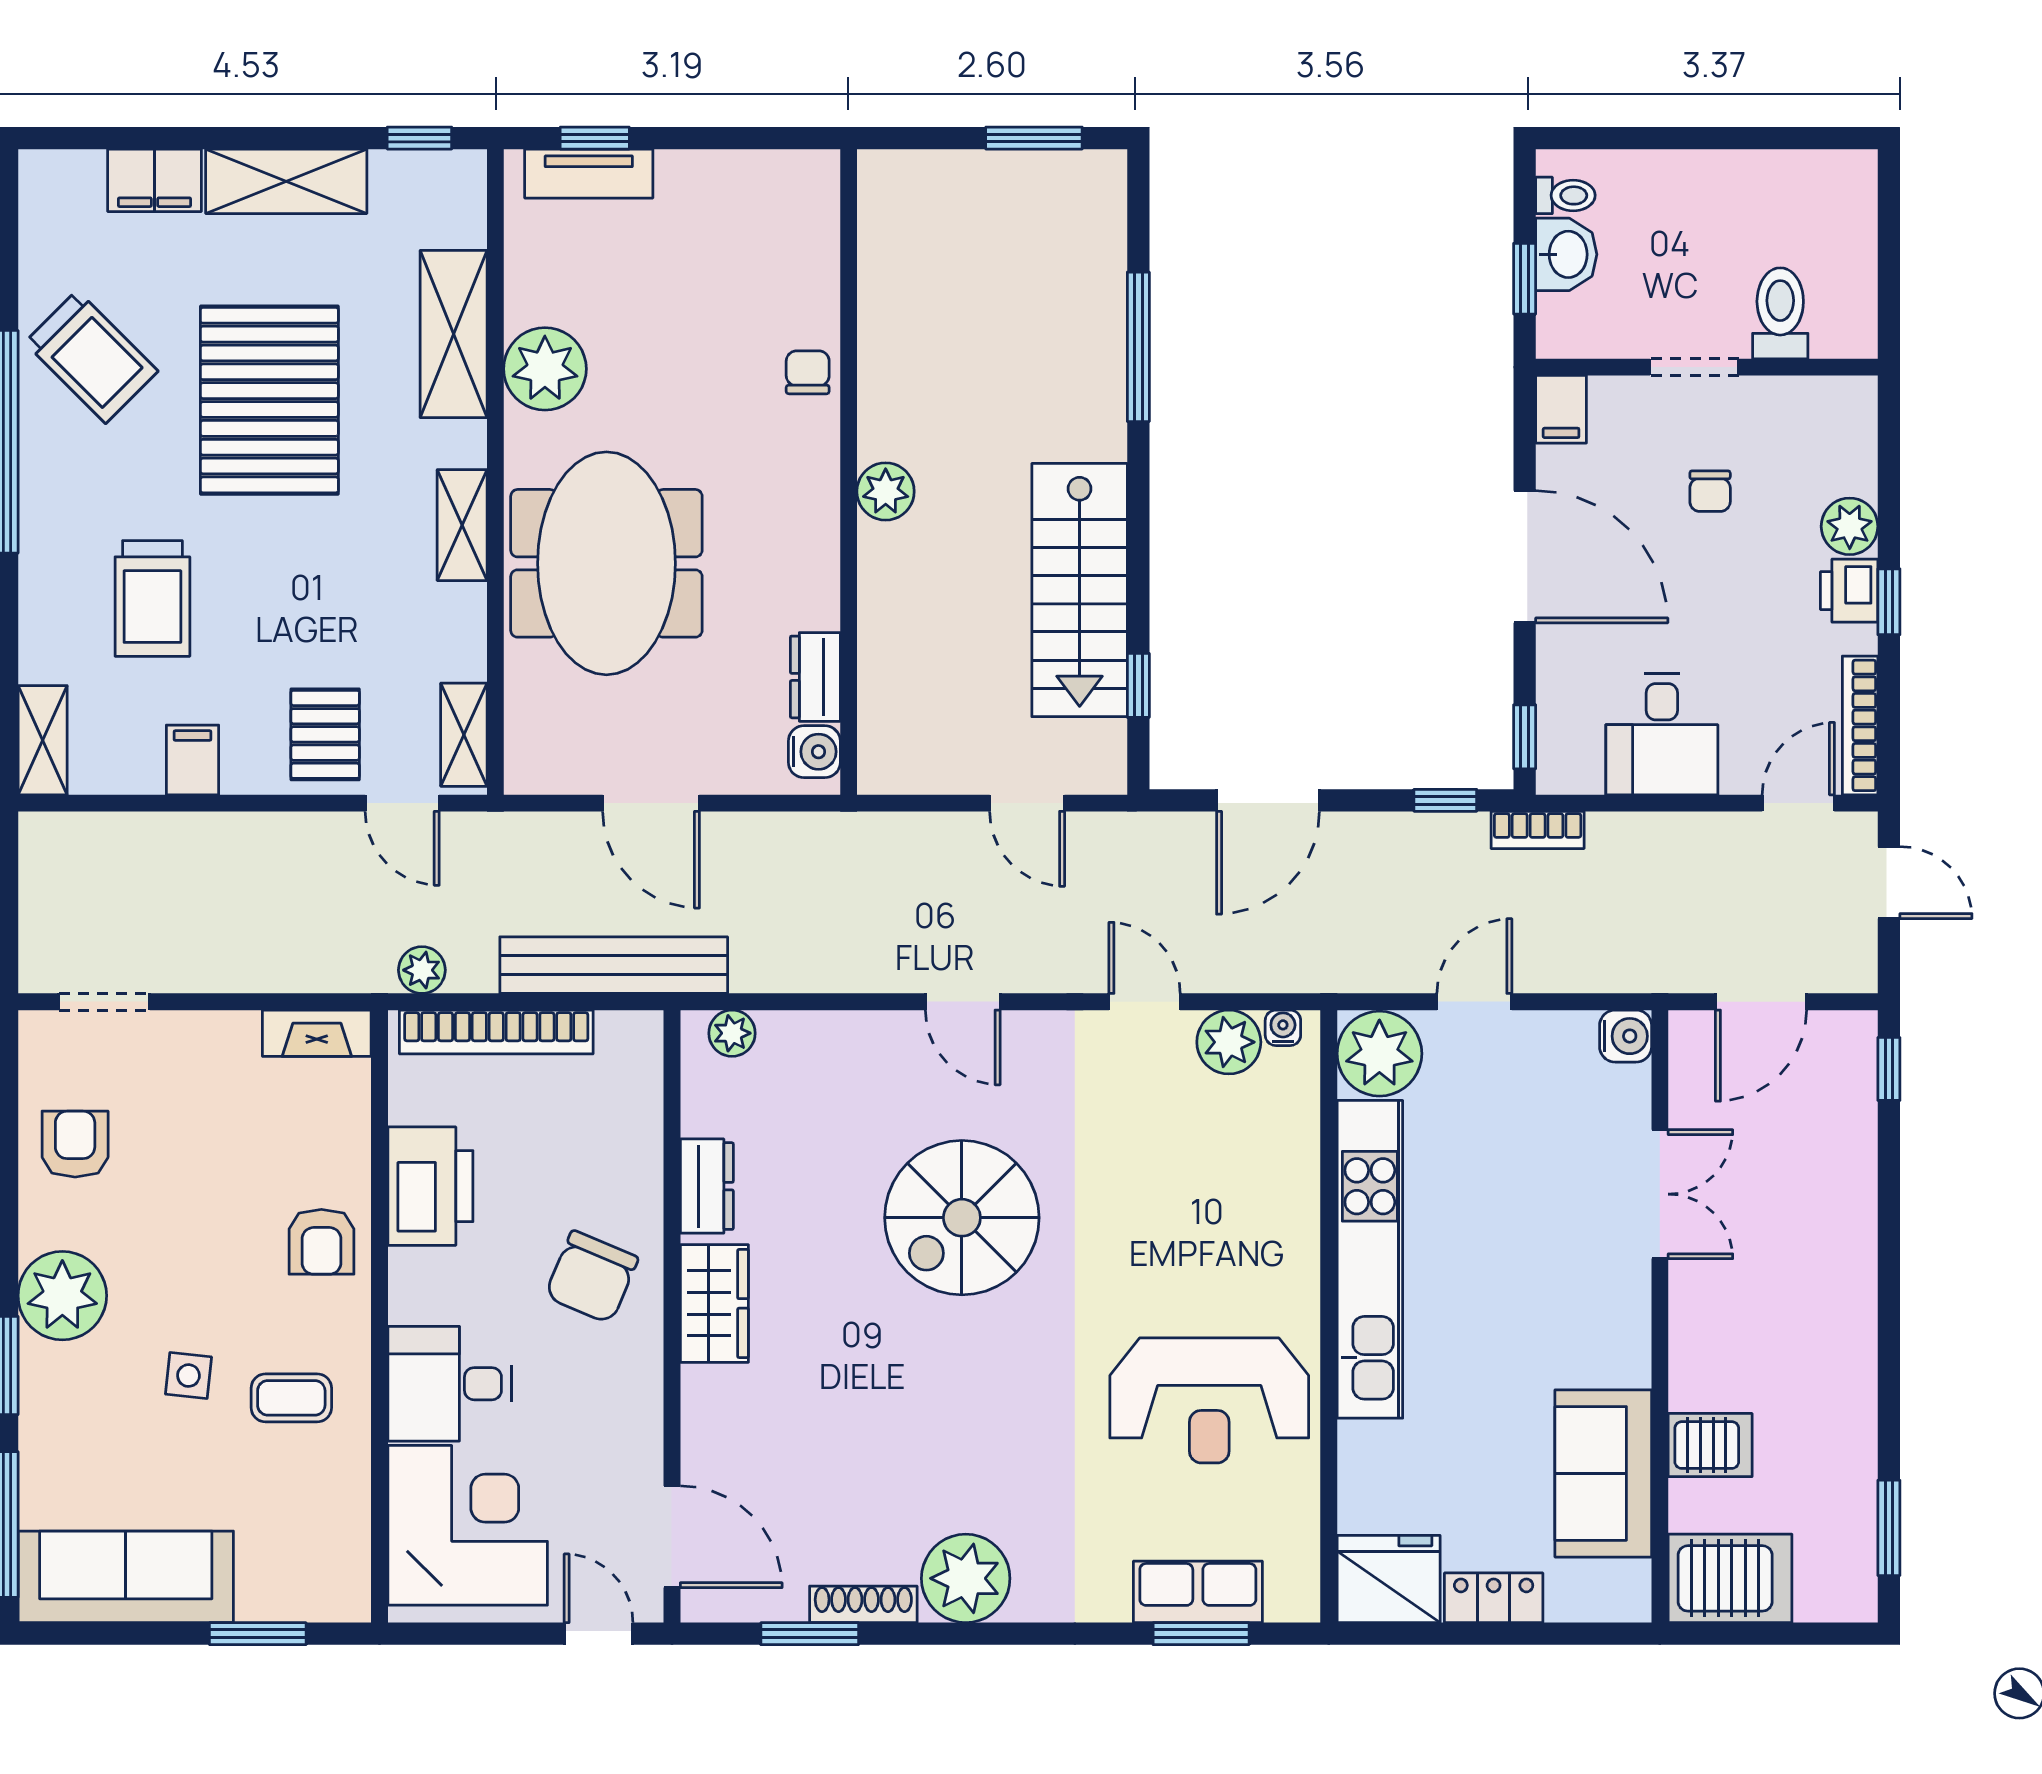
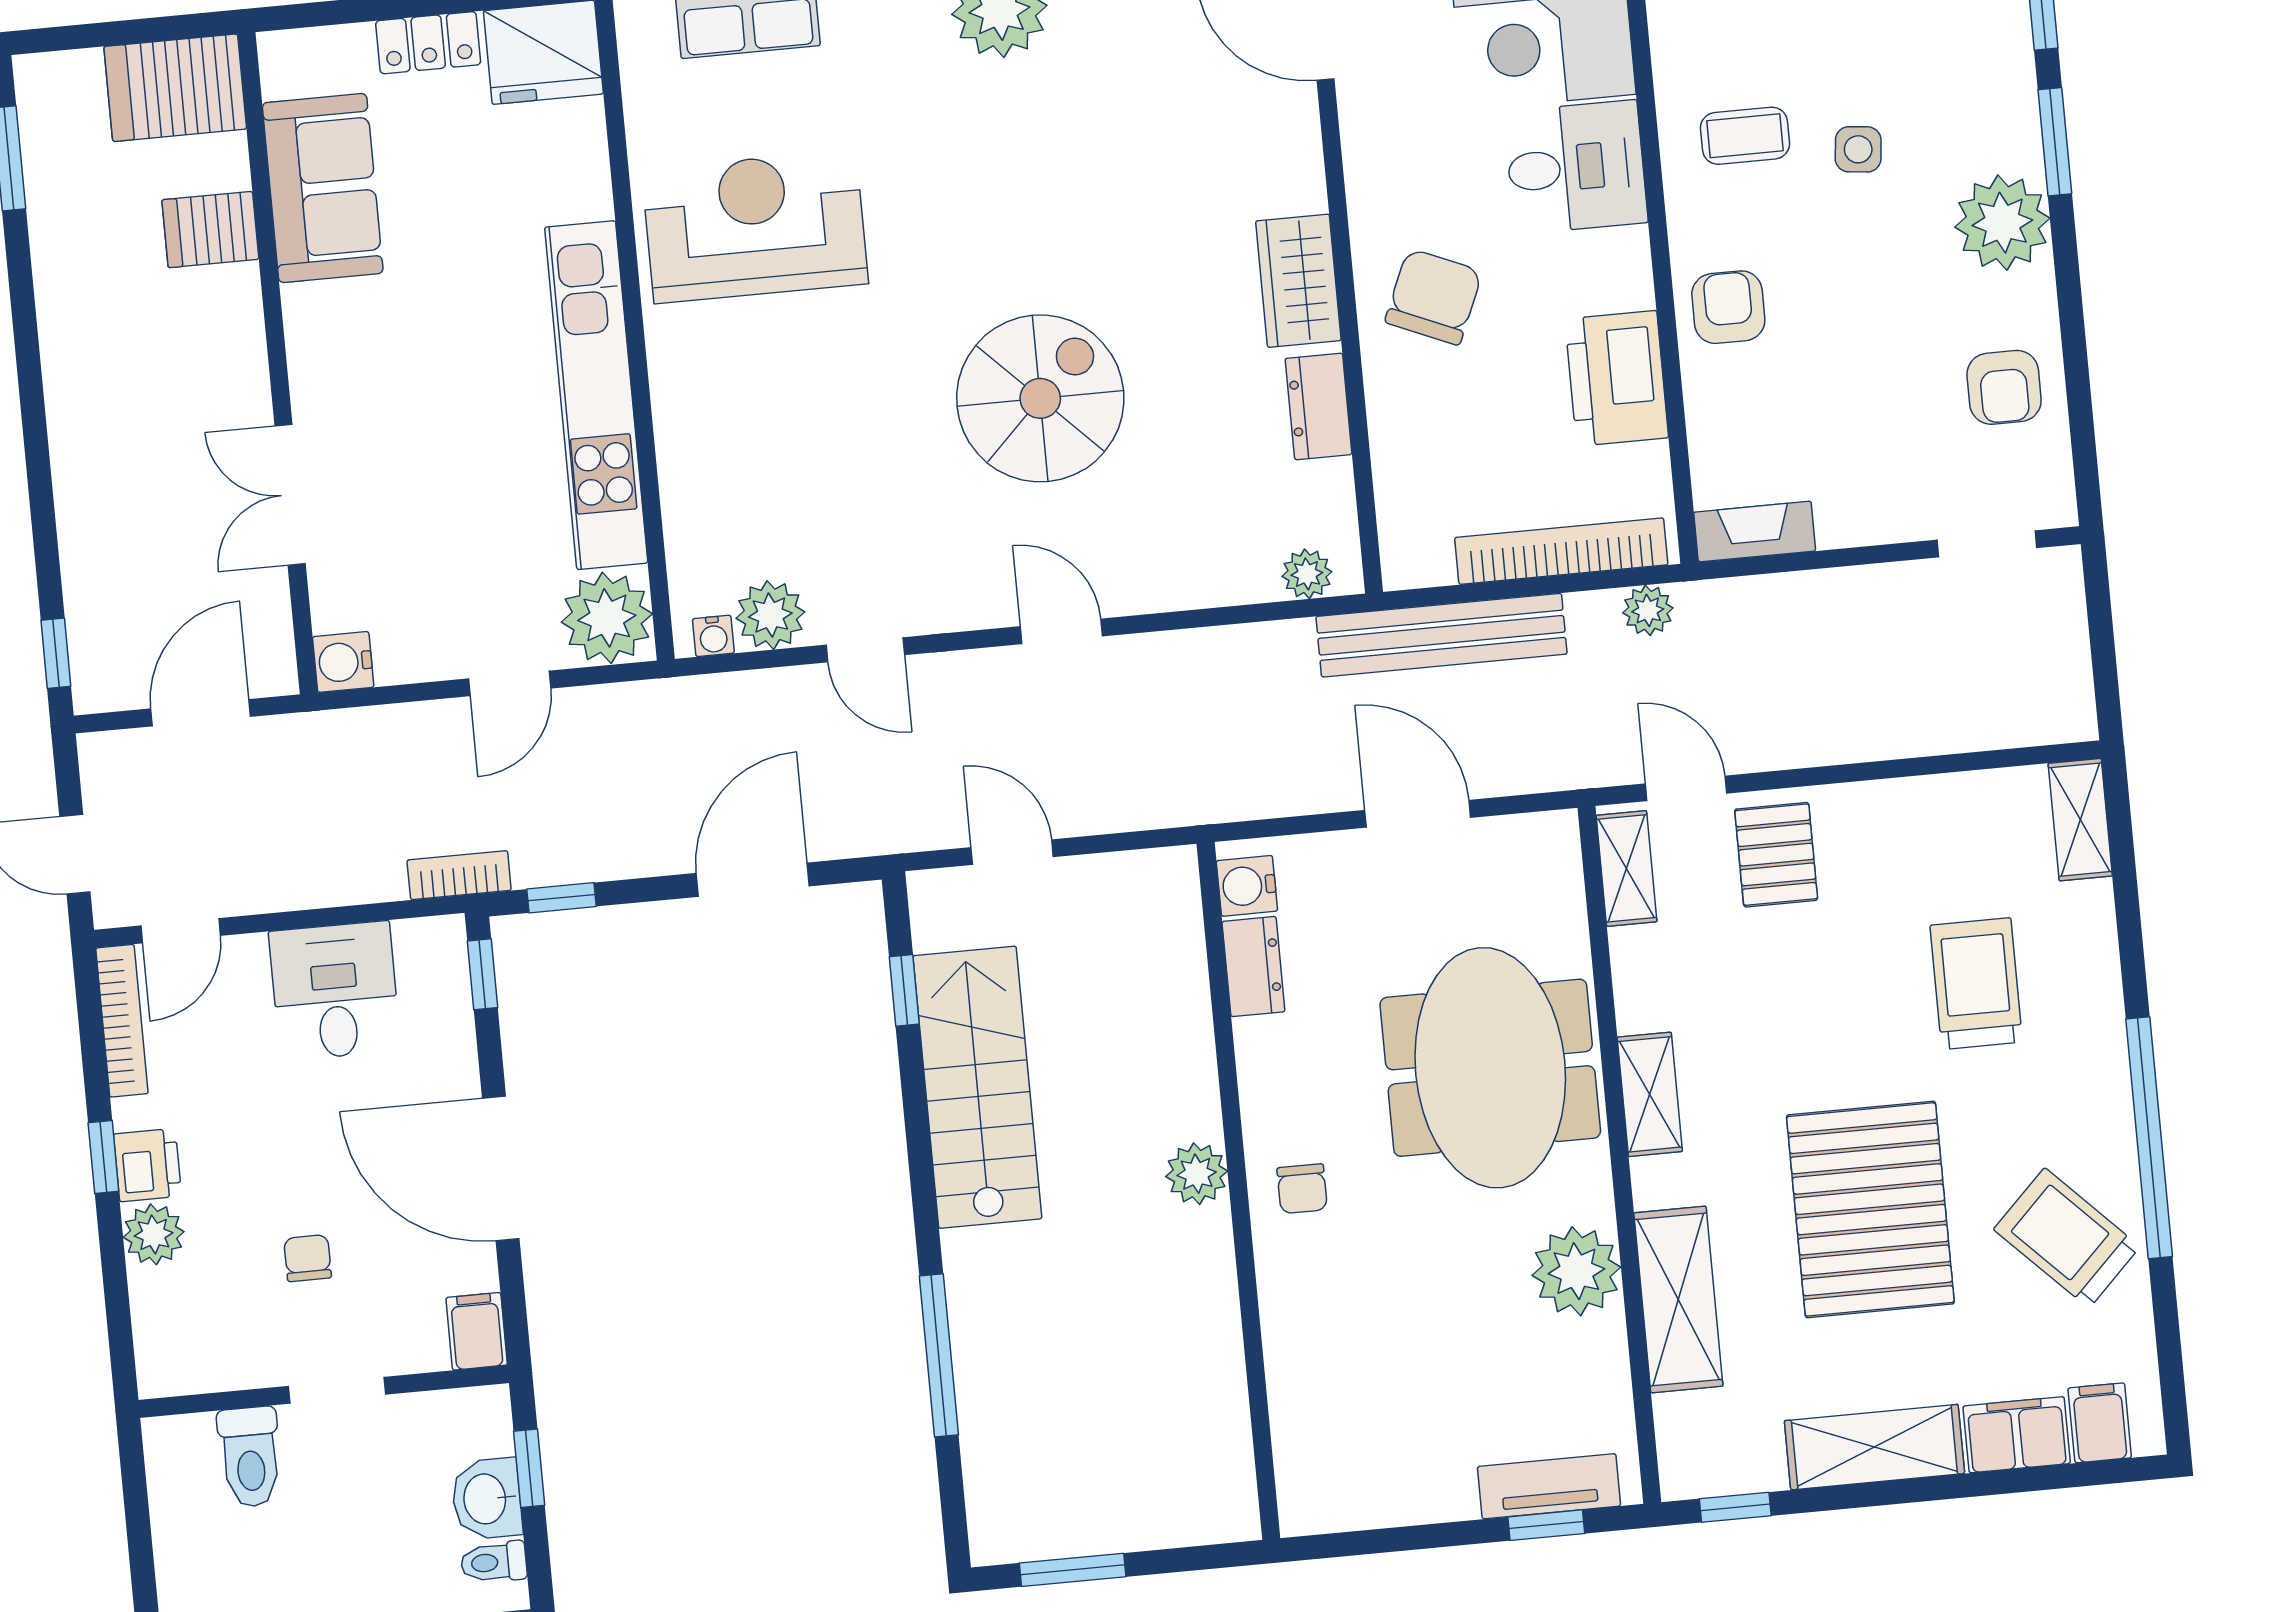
chair: (808, 372) -> (1302, 1189), moved
filing cabinet: (192, 760) -> (2100, 1423), moved, turned 180

